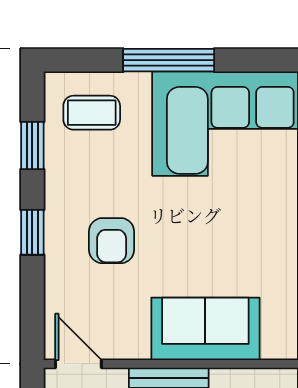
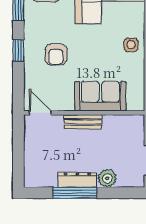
side table: (270, 220) -> (131, 45), added

